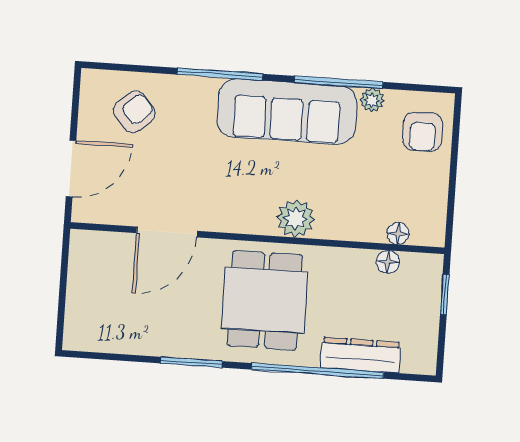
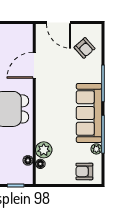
plant: (296, 218) -> (44, 150), moved
door: (167, 232) -> (34, 65), hinge flipped

